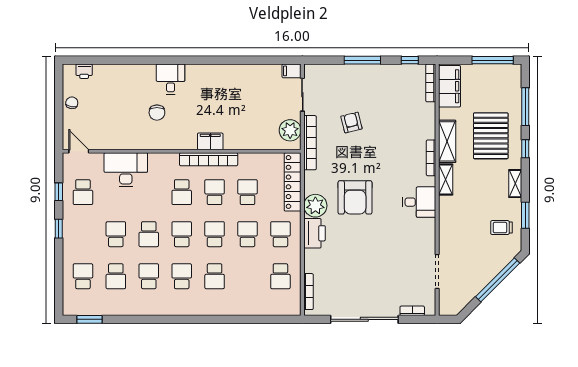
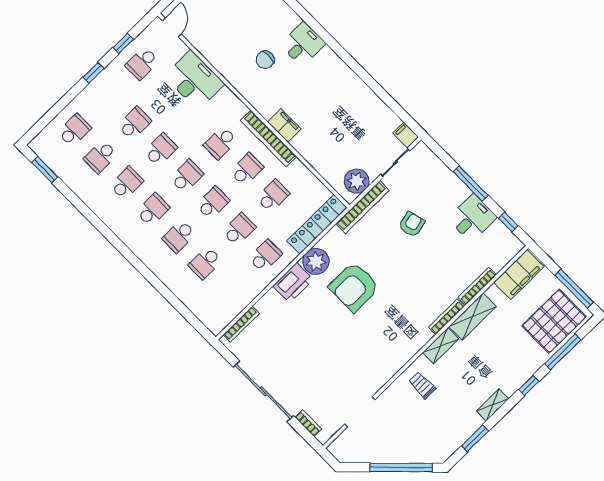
bookcase: (431, 83) -> (477, 286), moved
pallet: (491, 136) -> (554, 321), moved
desk: (419, 202) -> (472, 218), moved, turned -90
trolley: (501, 228) -> (422, 385), moved
school desk: (149, 234) -> (161, 150), turned 180
school desk: (280, 276) -> (205, 263), moved

